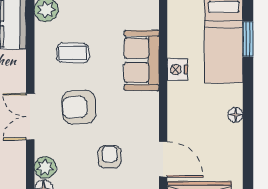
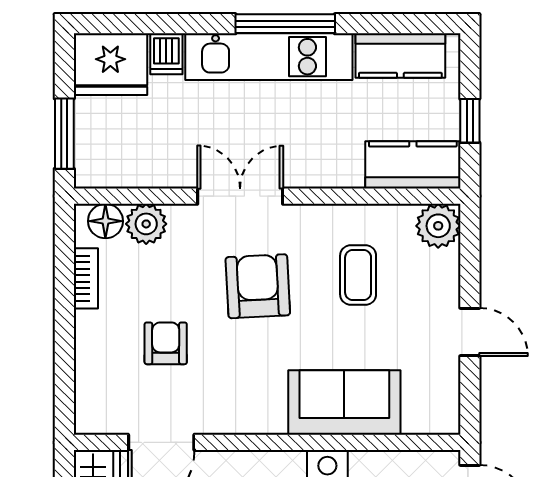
armchair: (110, 157) -> (166, 343), turned -90

